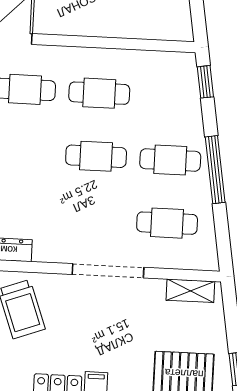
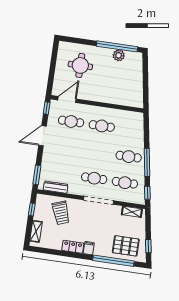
window: (205, 82) -> (147, 193), moved
cafe table: (96, 156) -> (94, 178), moved

